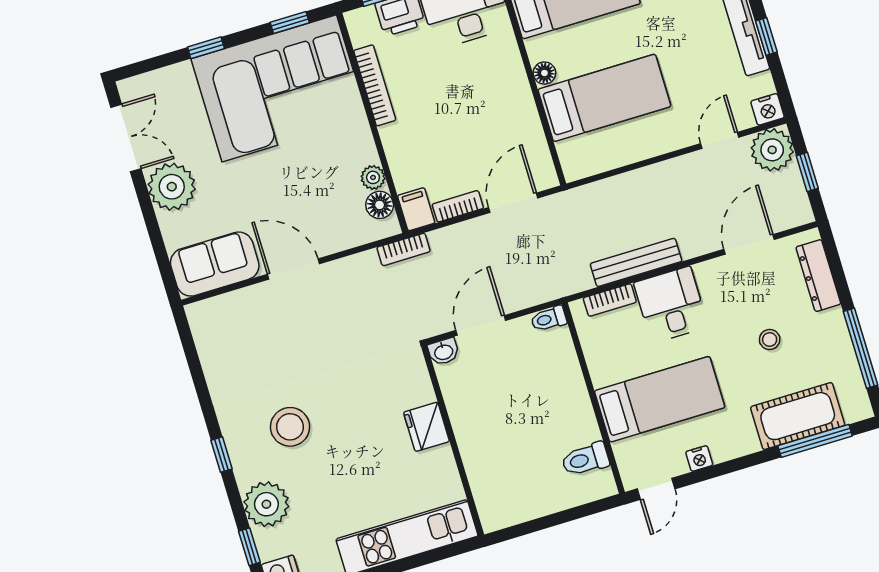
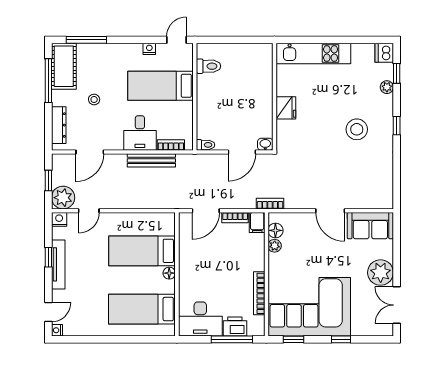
cot: (798, 416) -> (64, 66), moved, turned 90
plant: (266, 504) -> (387, 87), width x0.53, depth x0.53

